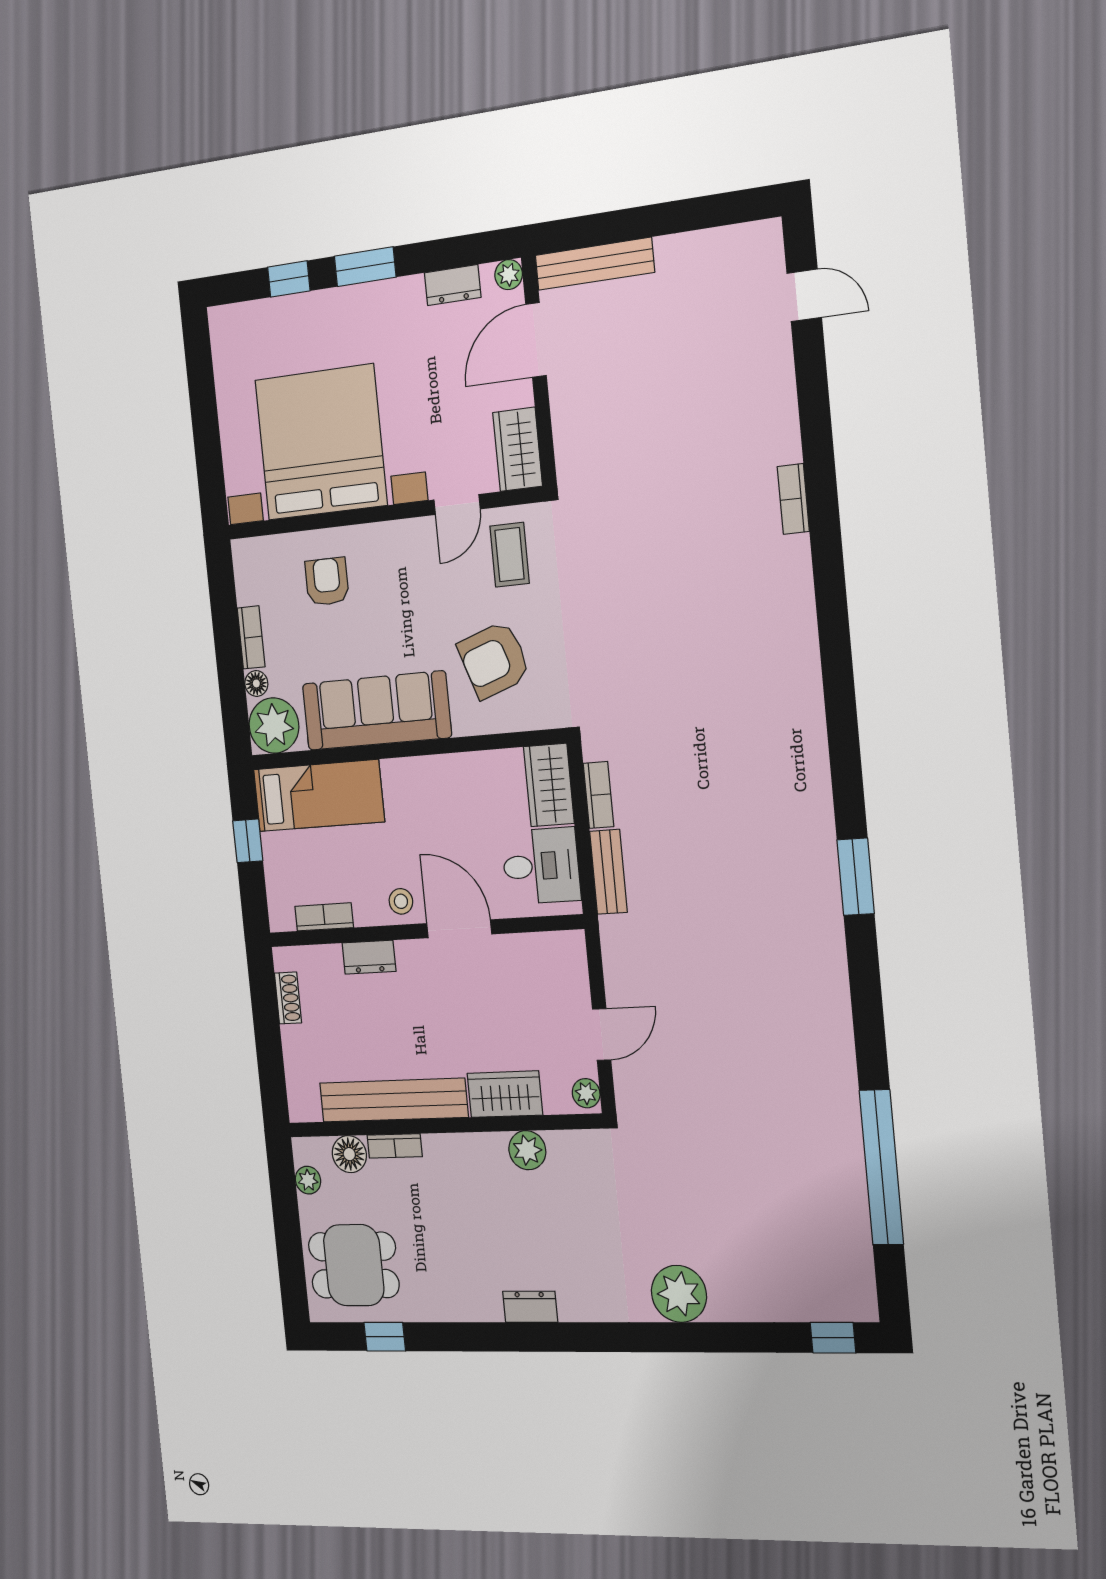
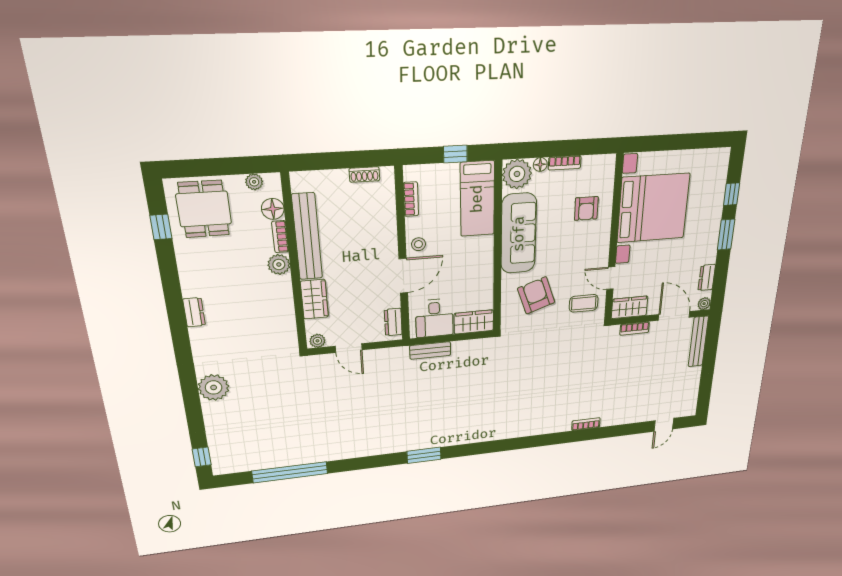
armchair: (327, 582) -> (586, 208), turned 90
bookcase: (598, 795) -> (635, 329), moved
dresser: (369, 957) -> (393, 322), moved
plant: (527, 1150) -> (279, 264), moved

